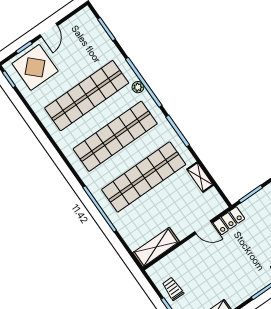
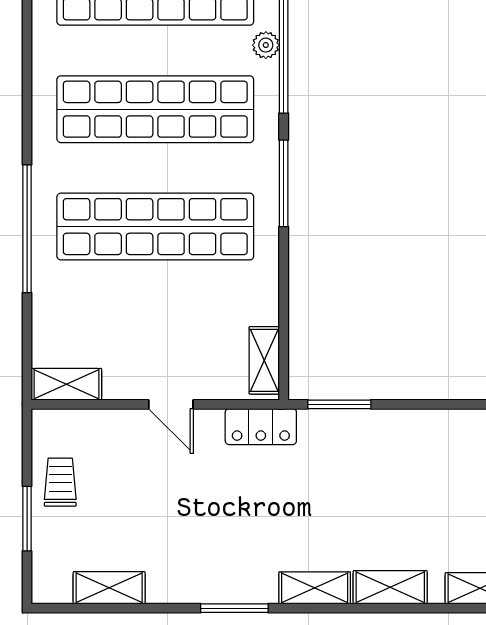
shelving: (200, 177) -> (264, 360), moved
door: (203, 227) -> (171, 404), moved
shelving: (156, 247) -> (66, 384), width x0.67, depth x0.75

